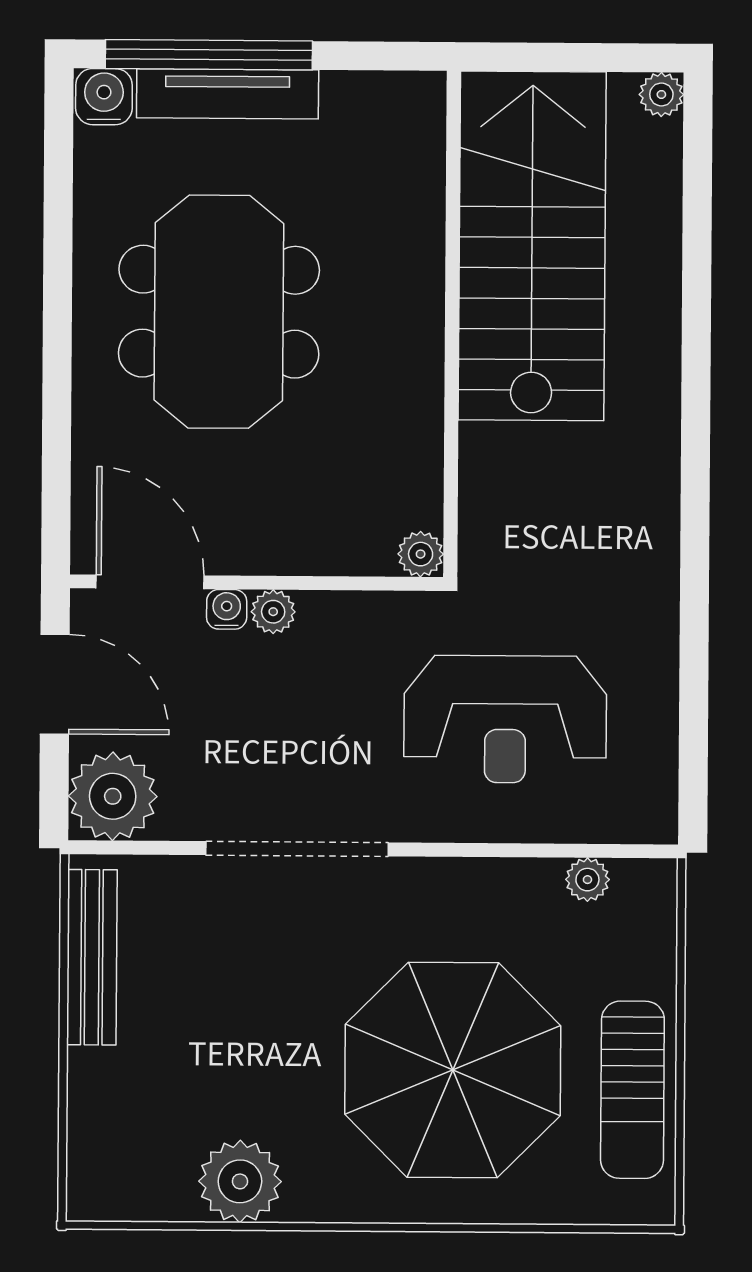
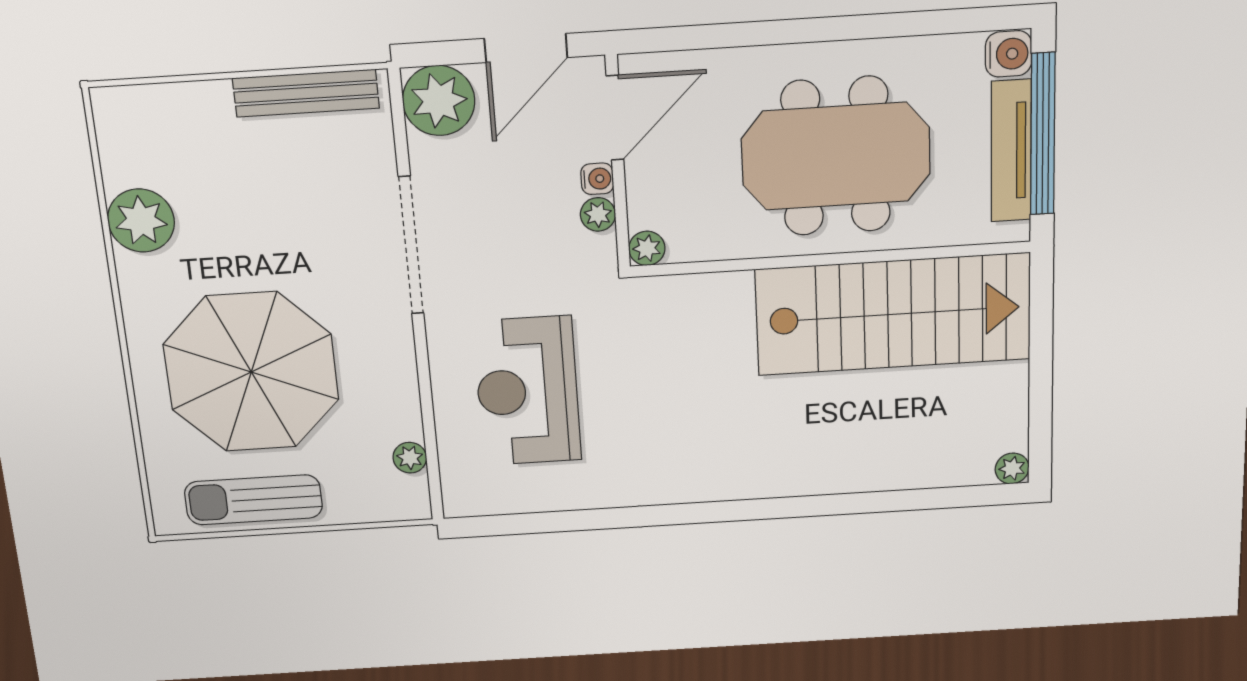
stairs: (532, 246) -> (893, 314), moved
wall: (452, 324) -> (830, 259), moved
plant: (421, 554) -> (647, 248), moved

